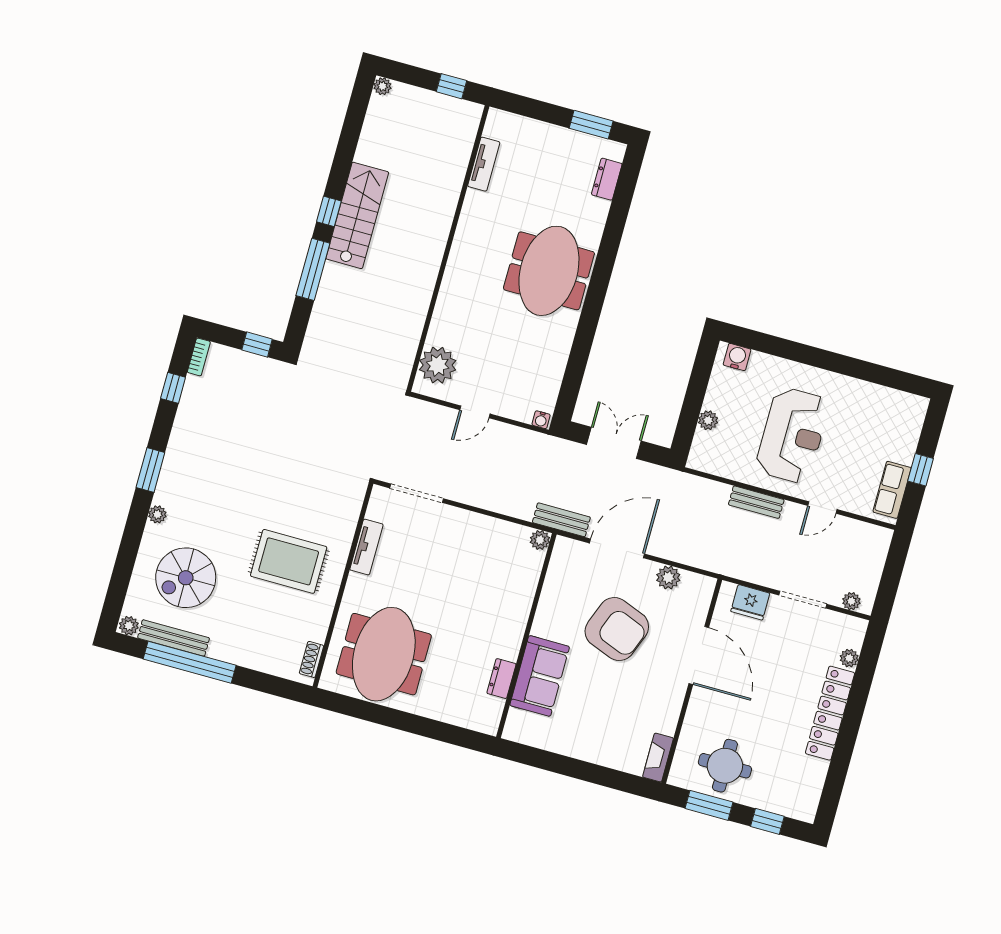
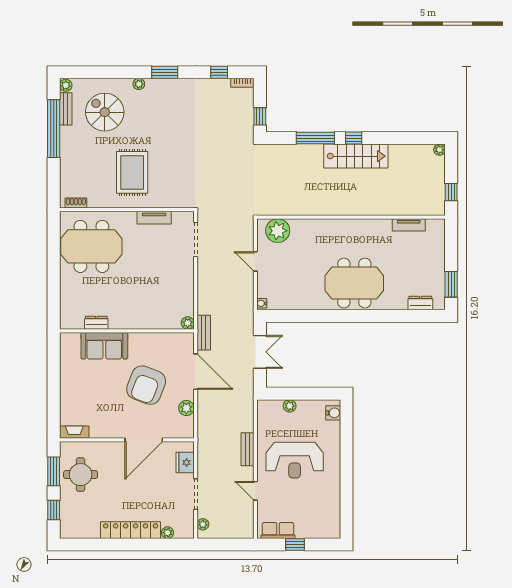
bench: (174, 638) -> (66, 109), width x0.73

